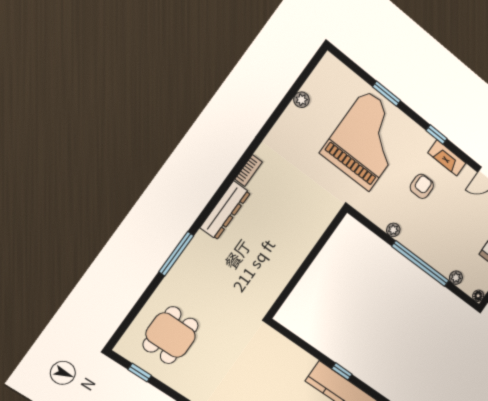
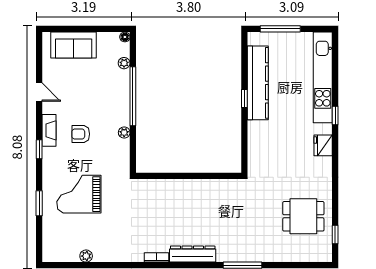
grand piano: (367, 140) -> (79, 194), width x0.73, depth x0.68
dining table: (171, 335) -> (303, 216), moved

